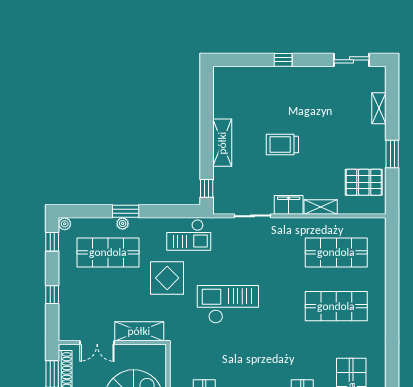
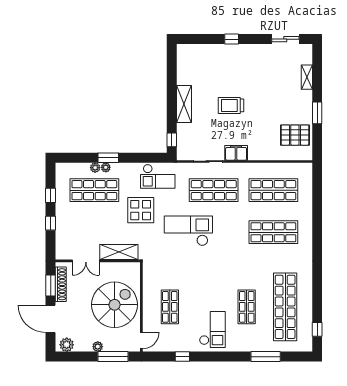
shelving: (321, 207) -> (261, 154), removed
plant: (65, 224) -> (95, 168), moved
window: (52, 242) -> (51, 195), moved
shop shelf: (260, 252) -> (214, 190), added

